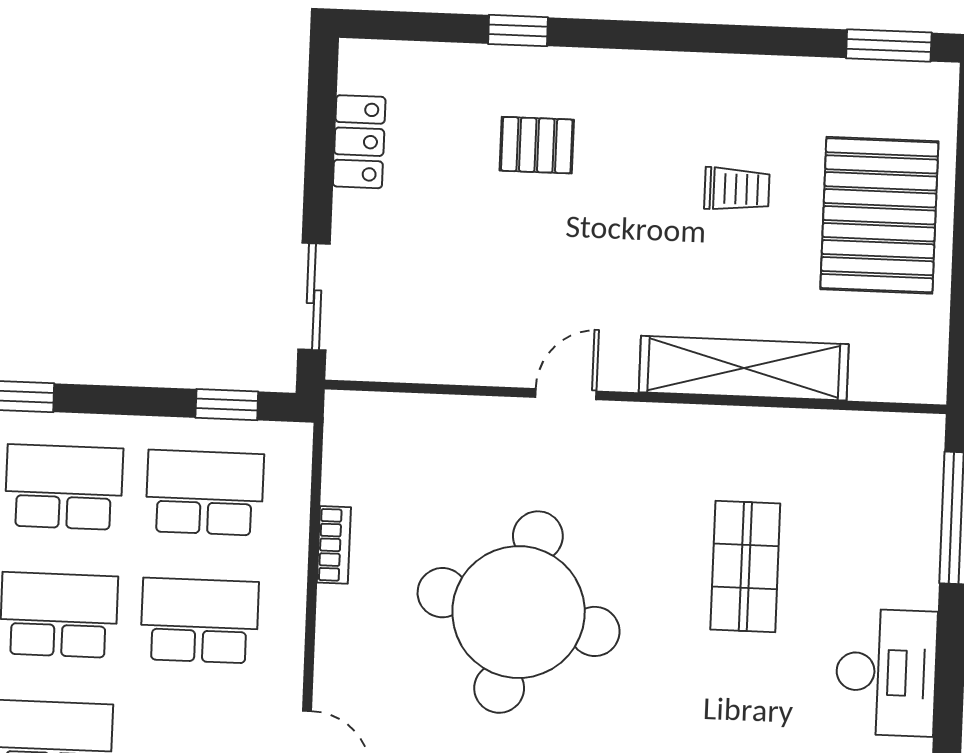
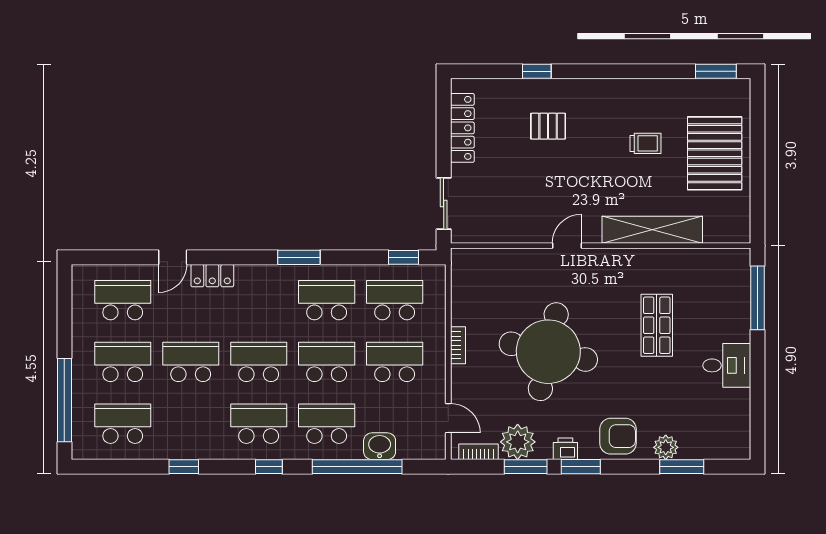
locker: (359, 142) -> (462, 128), width x1.53
bookcase: (334, 545) -> (458, 345), moved
desk: (886, 672) -> (727, 365), width x0.73

